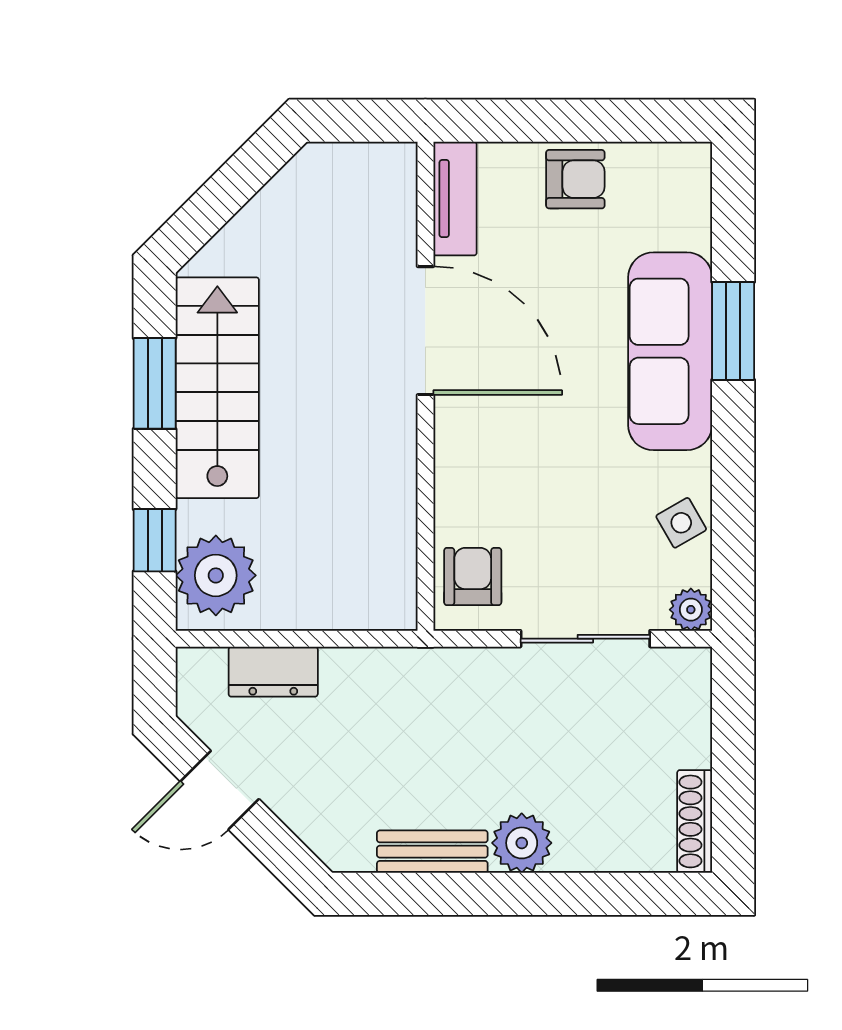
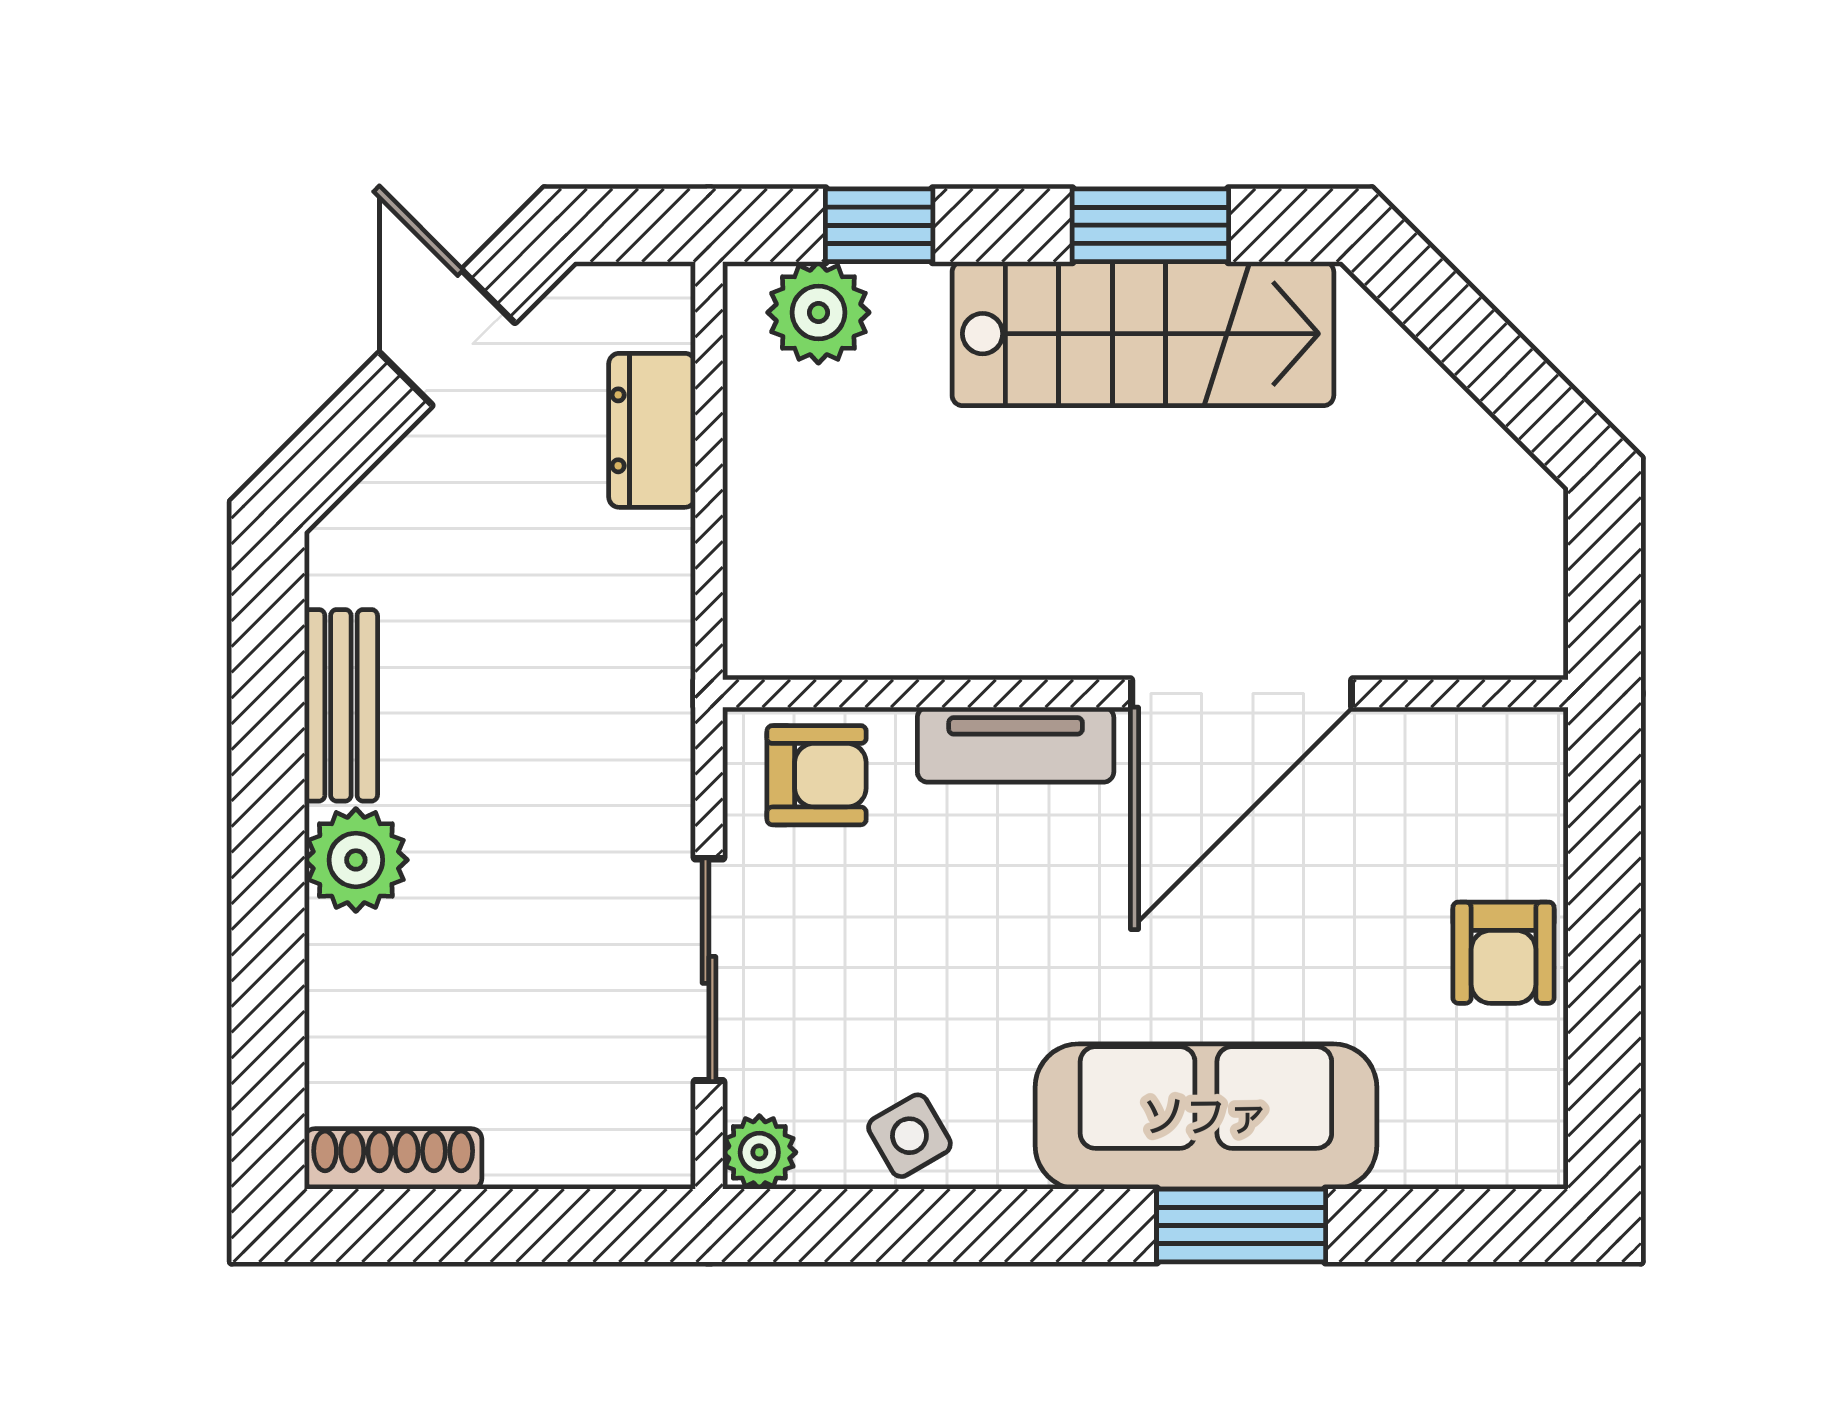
tv unit: (455, 199) -> (1016, 745), moved
plant: (216, 575) -> (818, 312), width x0.73, depth x0.73

